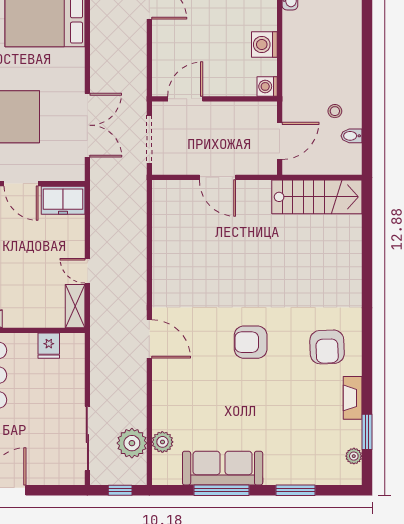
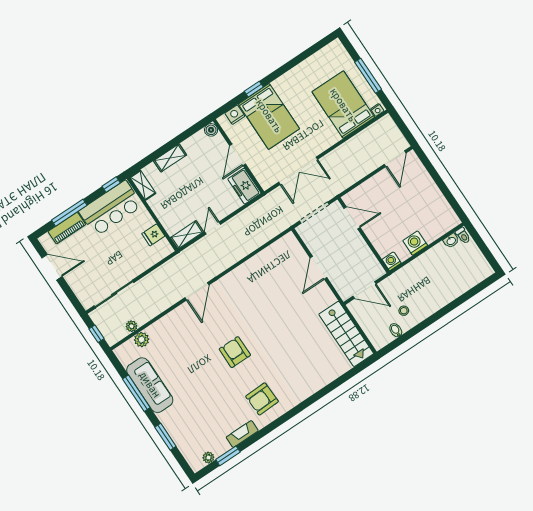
plant: (132, 443) -> (132, 326), width x0.53, depth x0.53

